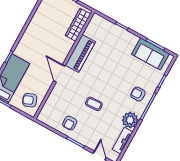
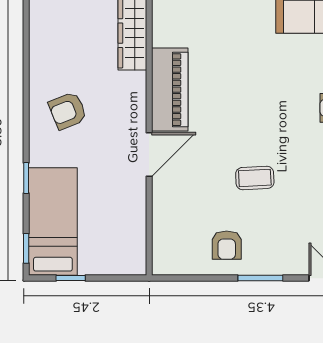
door: (59, 73) -> (149, 155), swing flipped
armchair: (30, 100) -> (68, 111), moved

